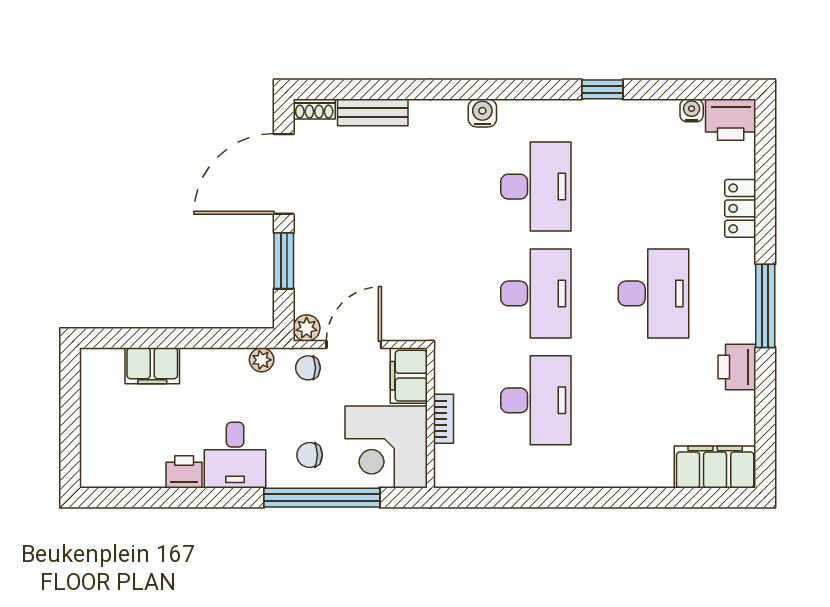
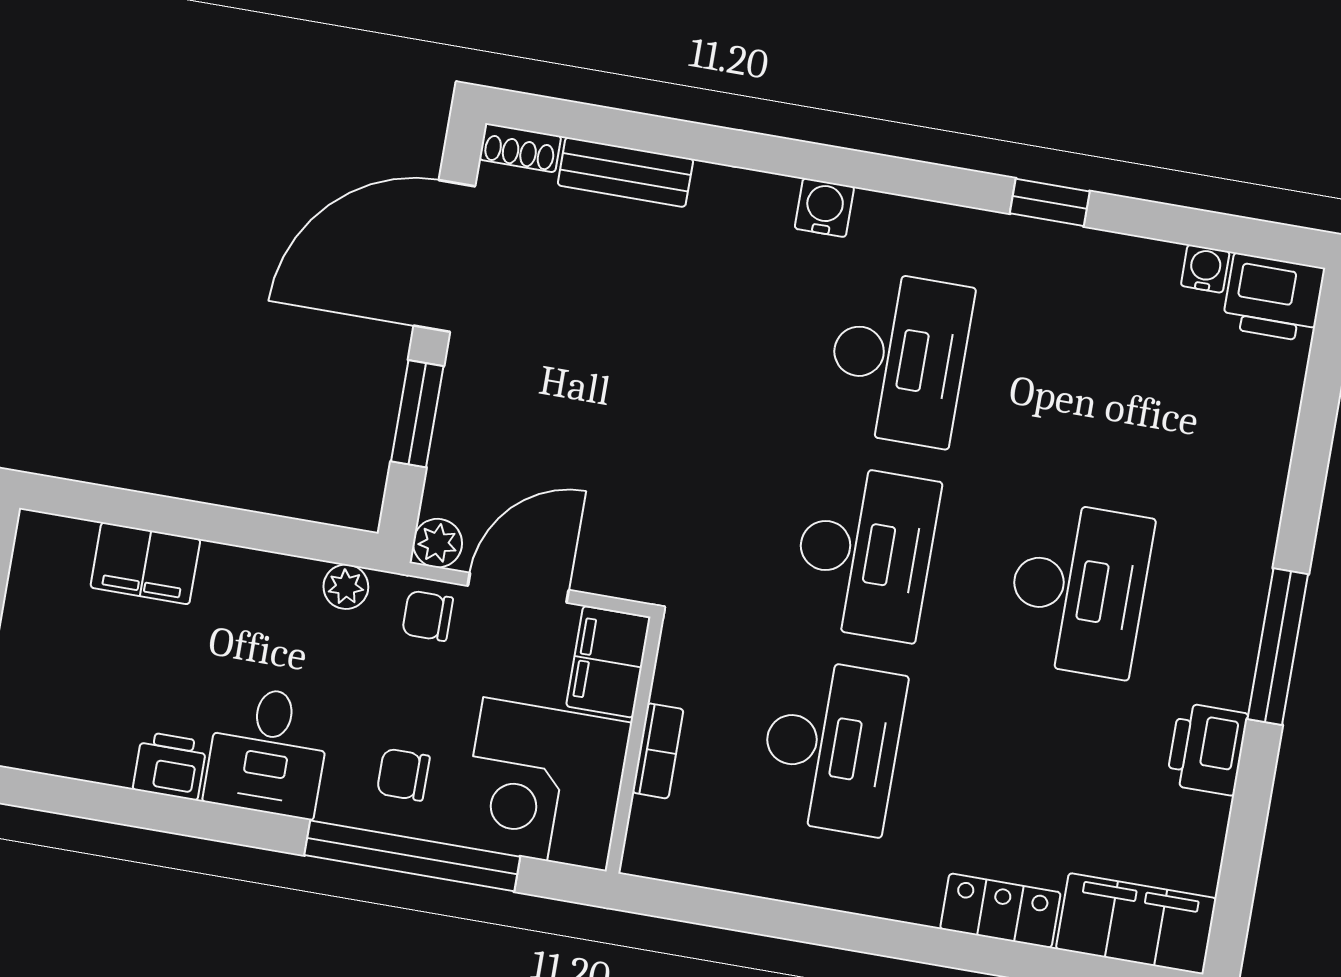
locker: (740, 208) -> (1000, 911), moved, turned 90

